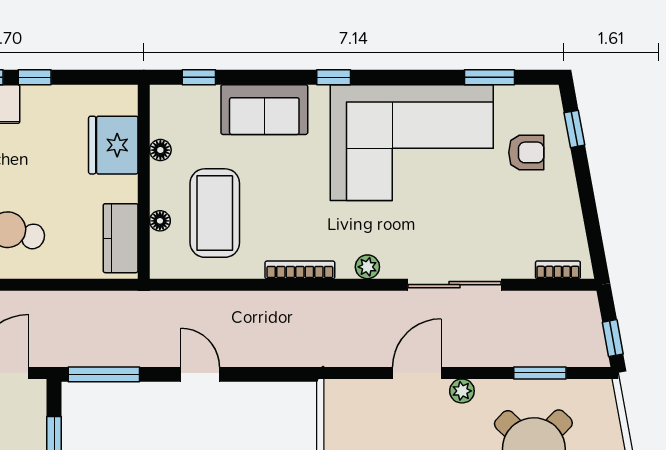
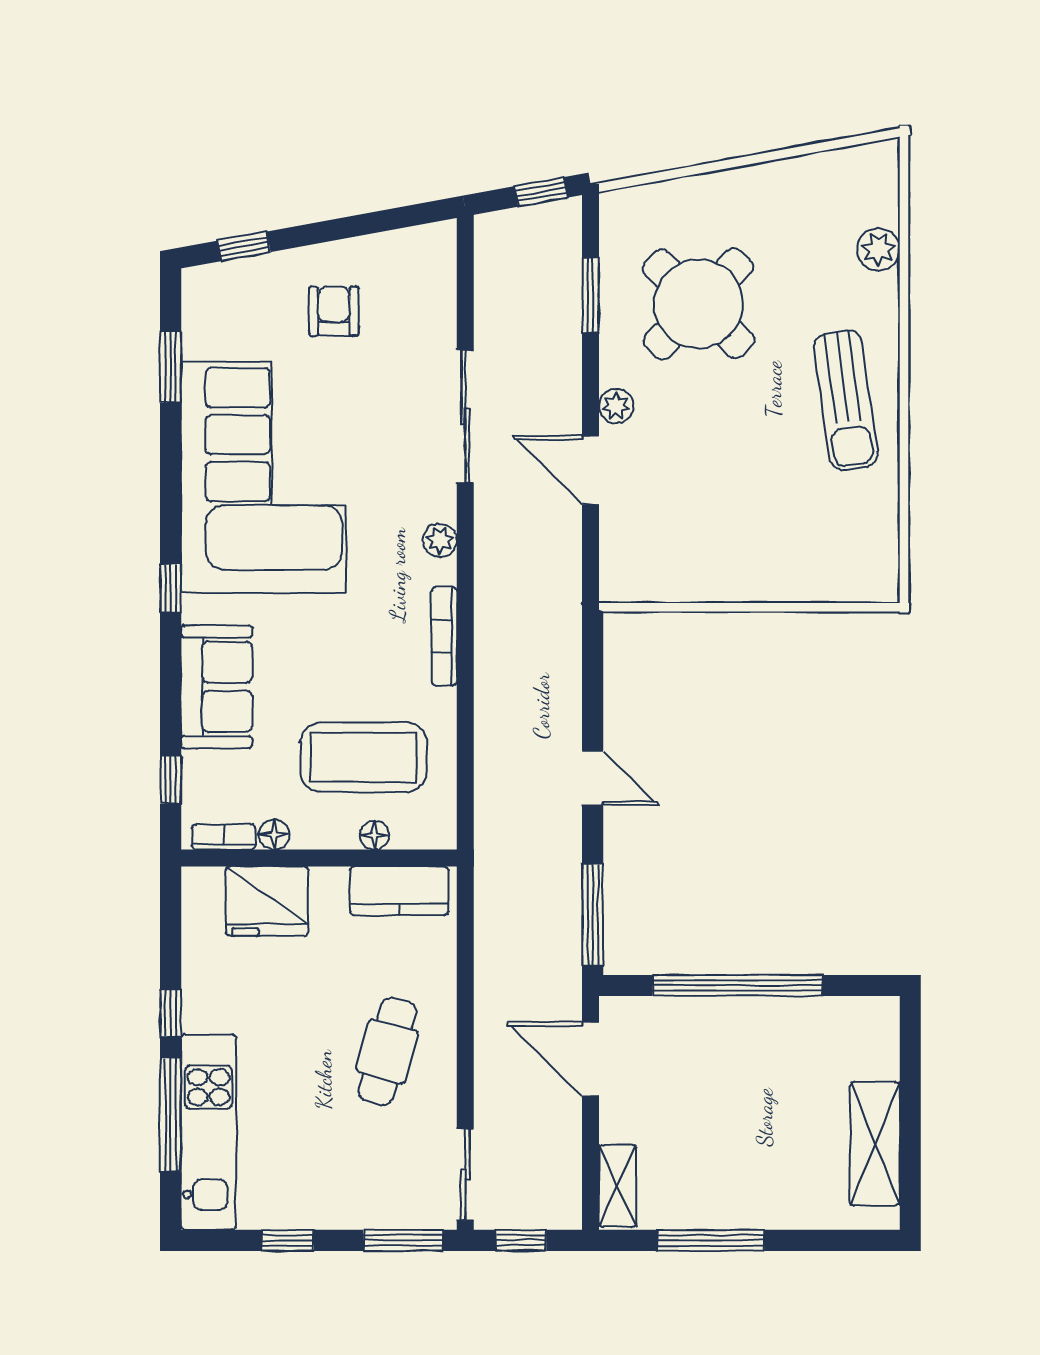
armchair: (526, 152) -> (334, 311), moved
bookcase: (558, 270) -> (224, 837), moved, turned 90
door: (200, 374) -> (593, 778), swing flipped

